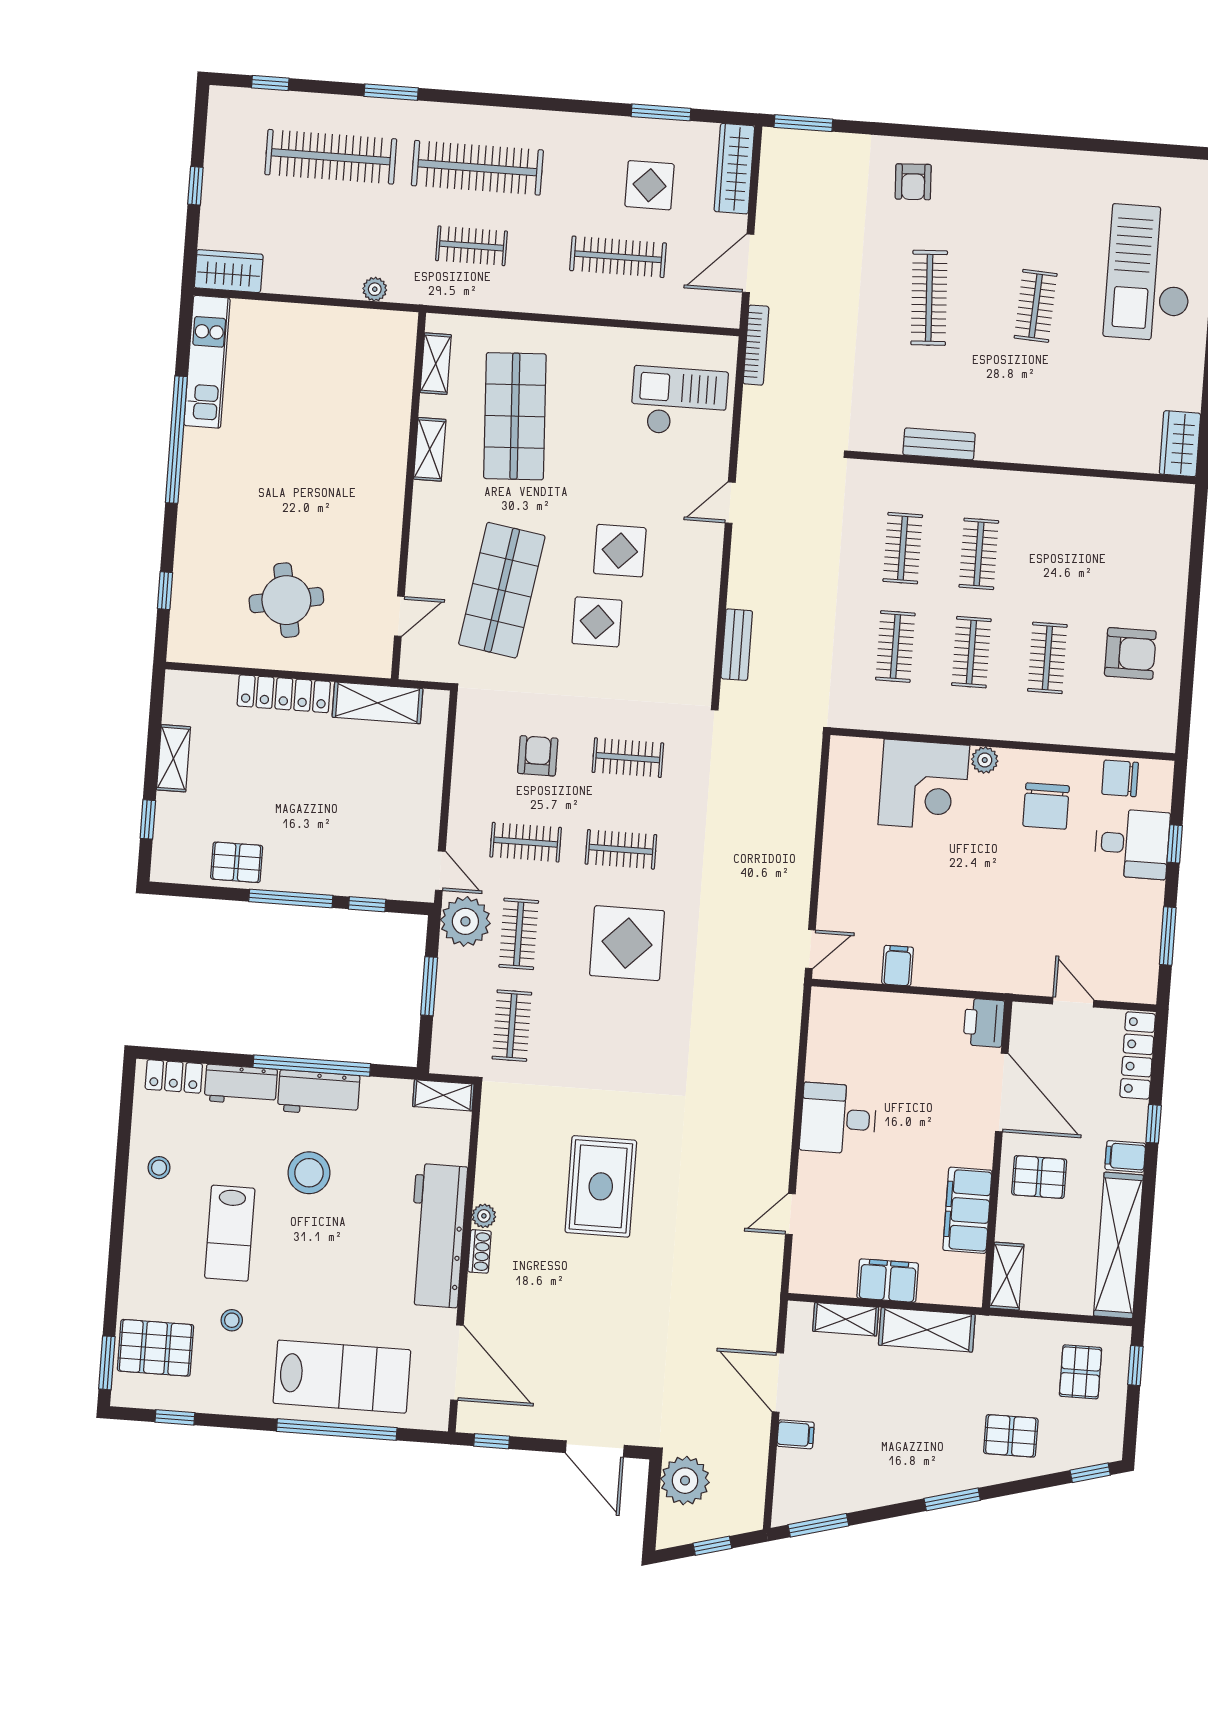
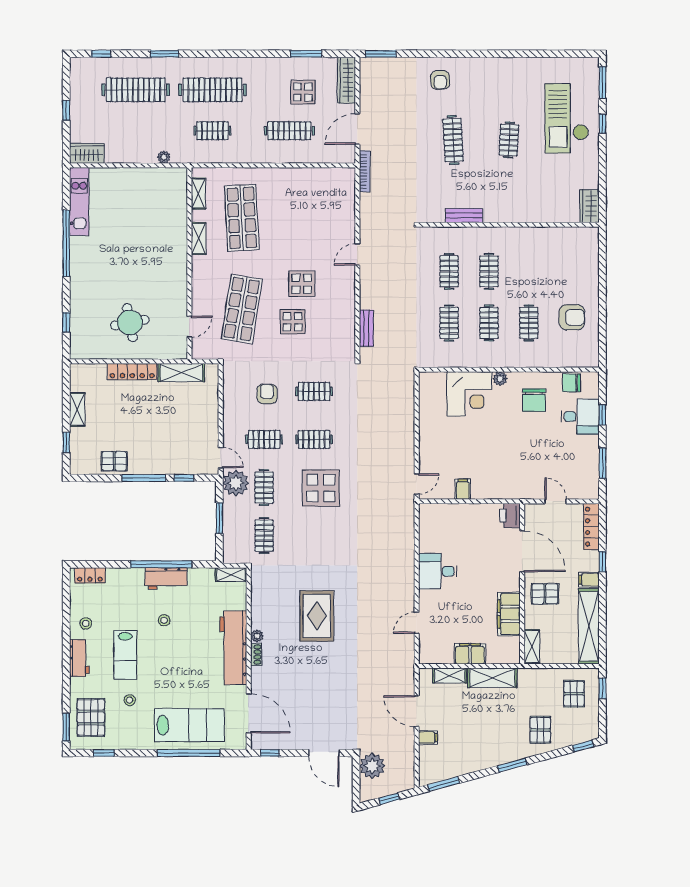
checkout: (679, 402) -> (327, 204), removed
workbench: (241, 1085) -> (79, 658), moved, turned -90
stool: (309, 1173) -> (164, 620), width x0.53, depth x0.53
pallet: (156, 1348) -> (91, 717), turned 90
pallet: (1011, 1436) -> (540, 730), turned 90

